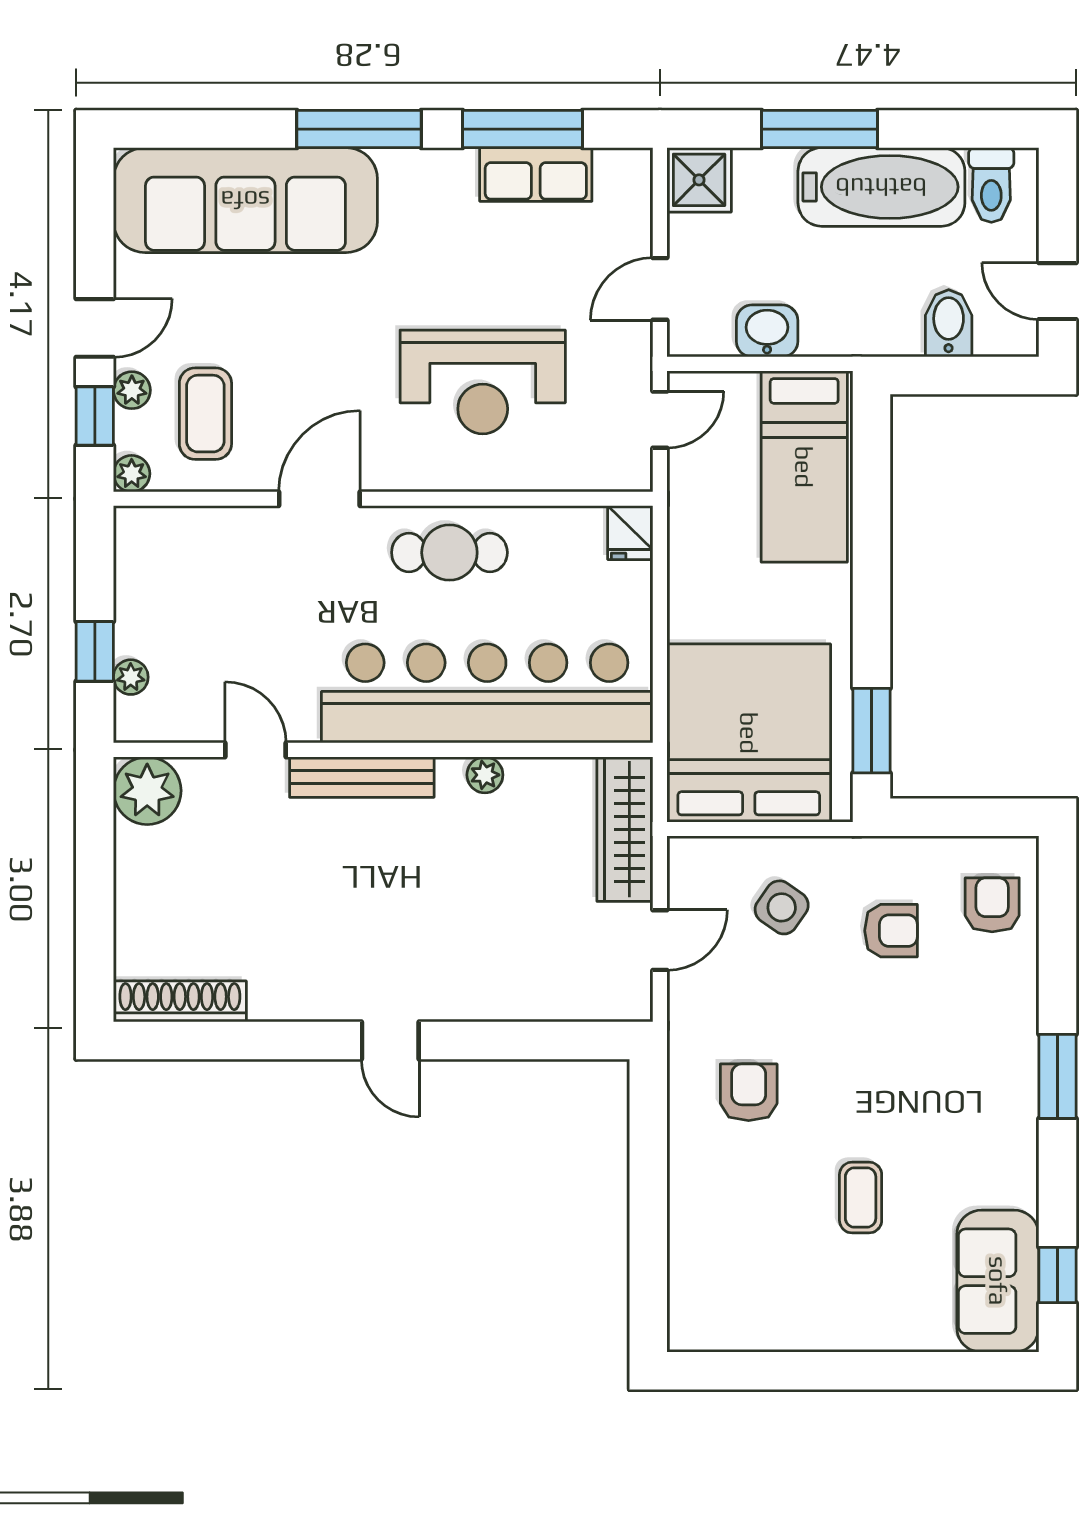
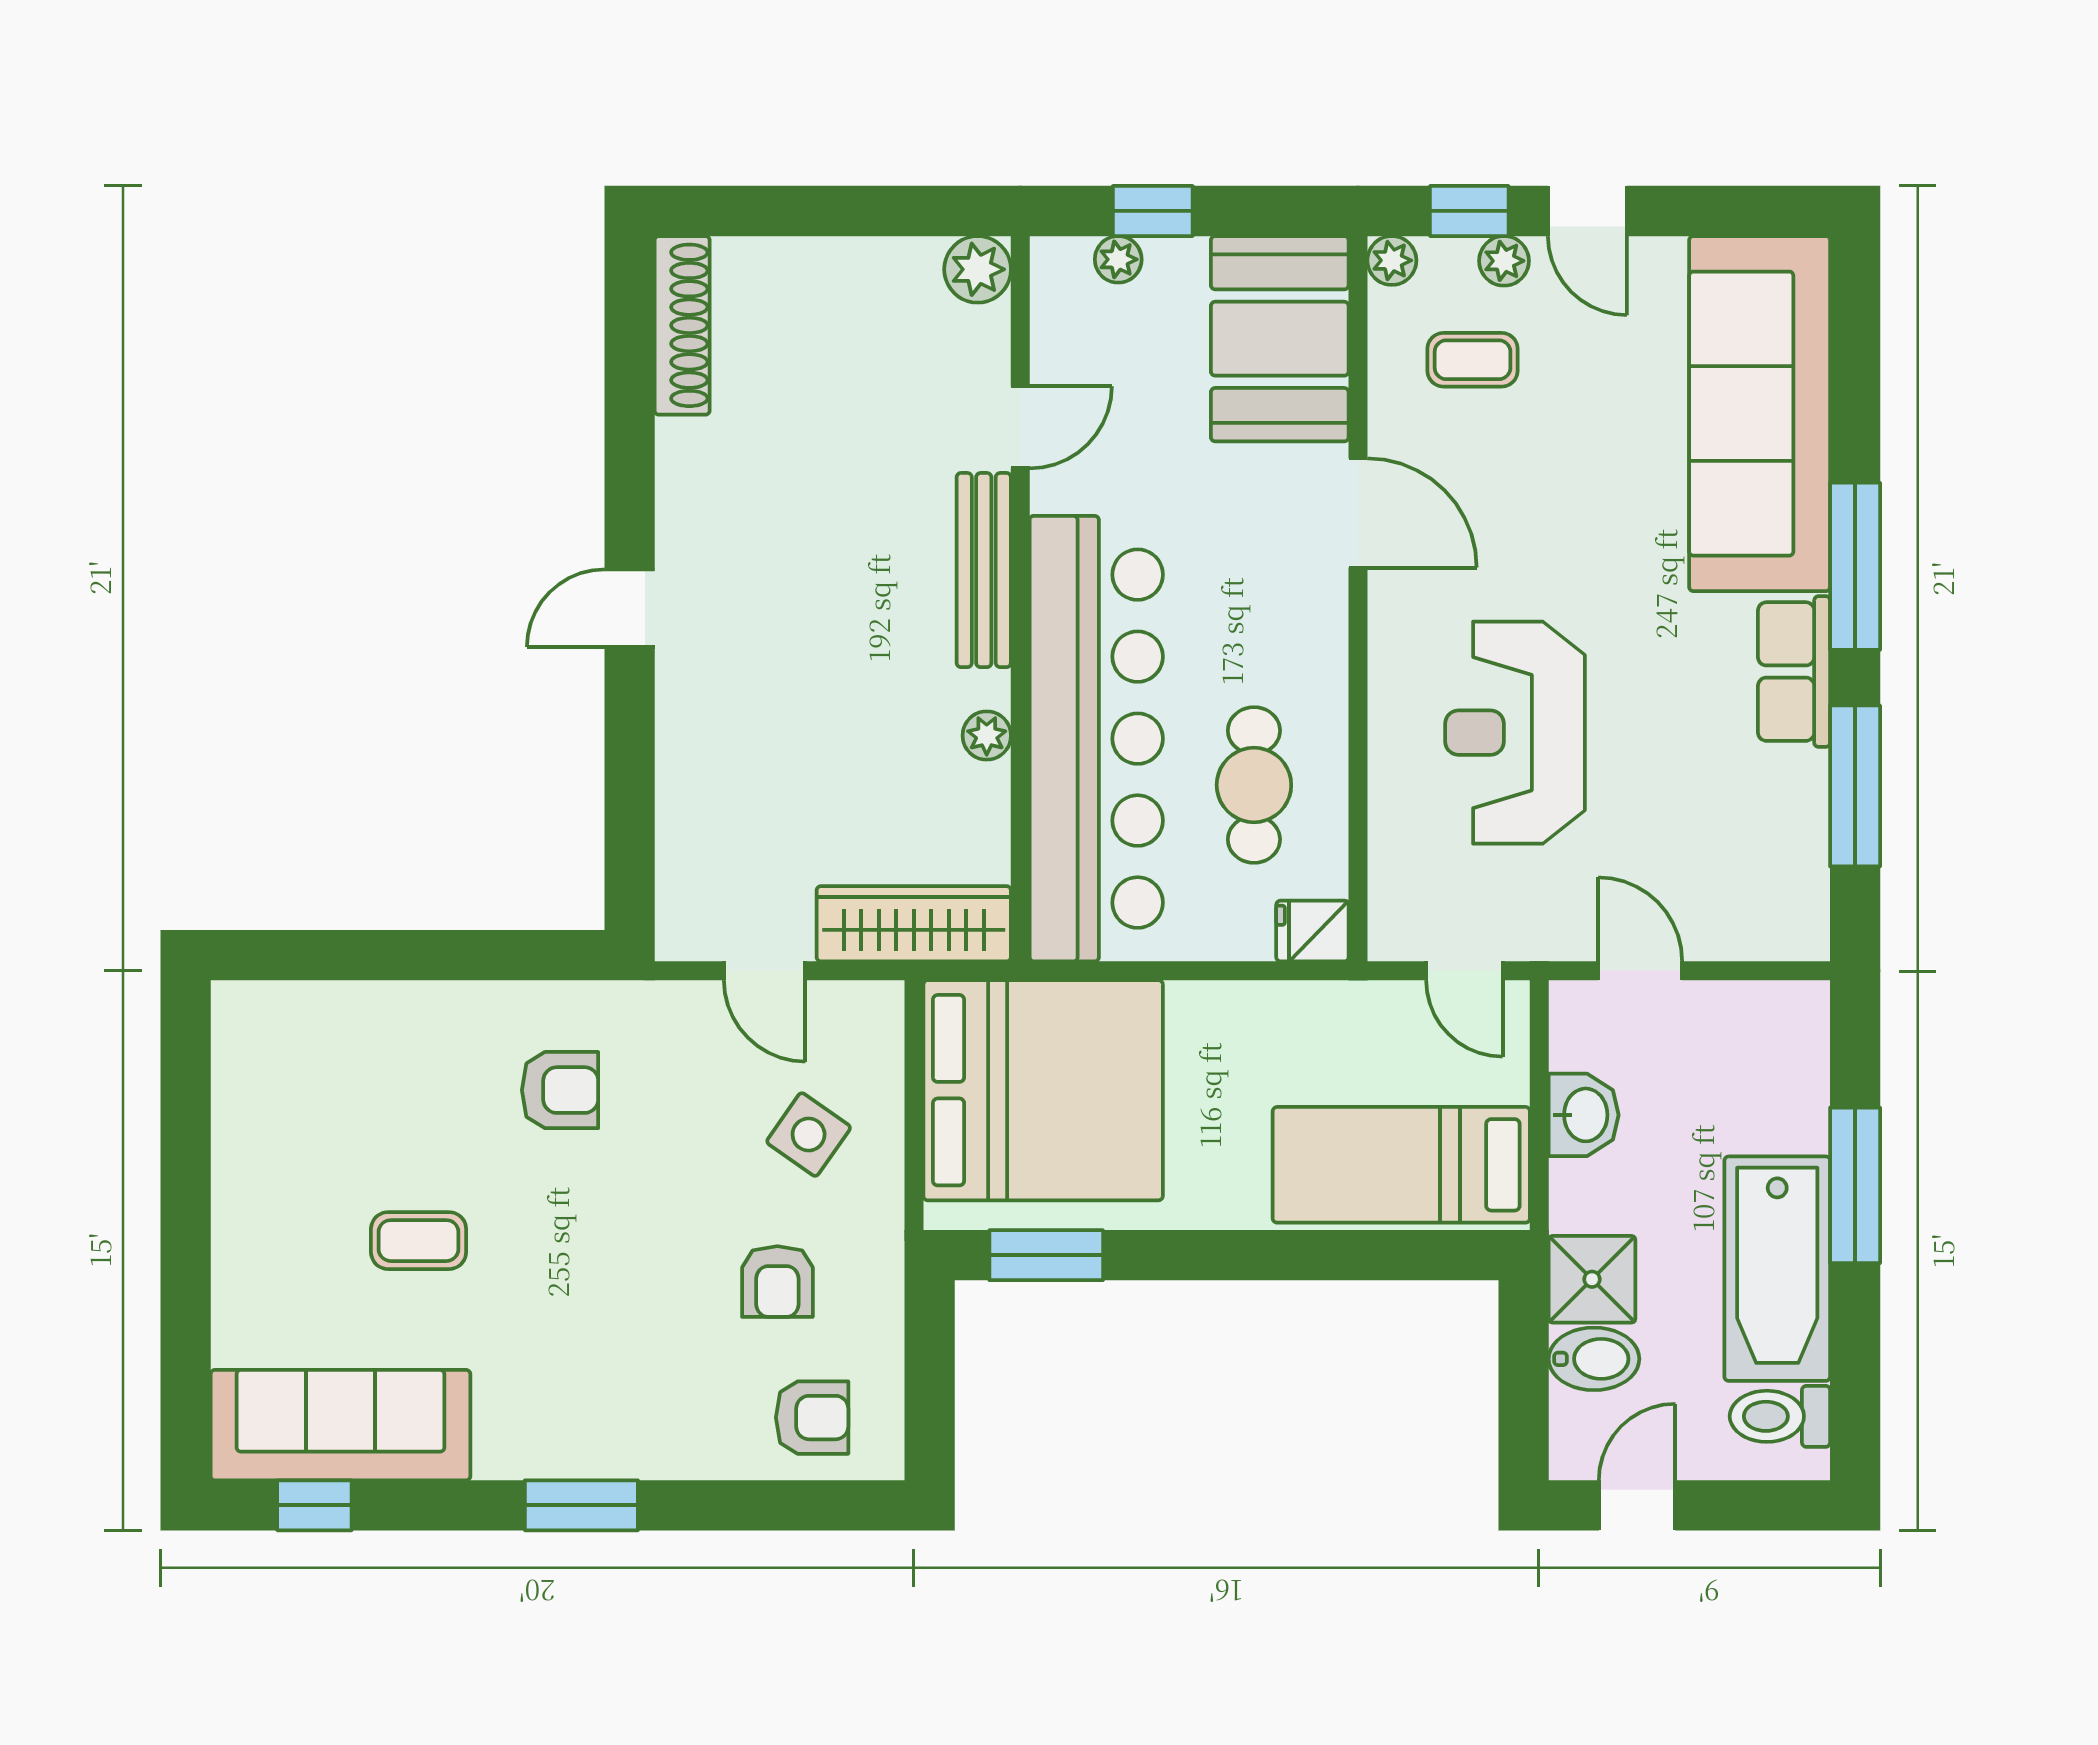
row of seats: (536, 174) -> (1794, 672), moved
shower: (699, 180) -> (1592, 1279), moved
coffee table: (205, 414) -> (1473, 360), width x0.73, depth x0.77
cafe table: (449, 553) -> (1254, 785), moved
booth: (190, 557) -> (1280, 339), added
plant: (147, 791) -> (978, 269), width x0.73, depth x0.73
sofa: (998, 1281) -> (340, 1425), width x1.36

